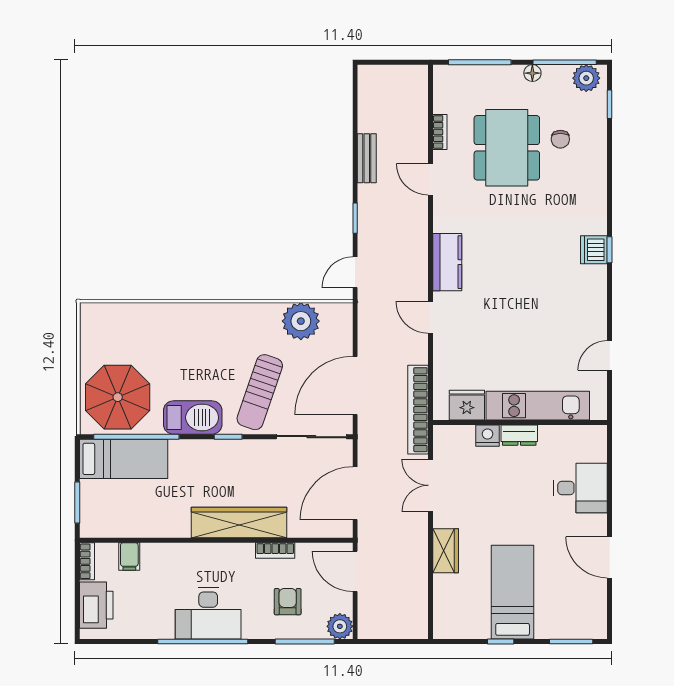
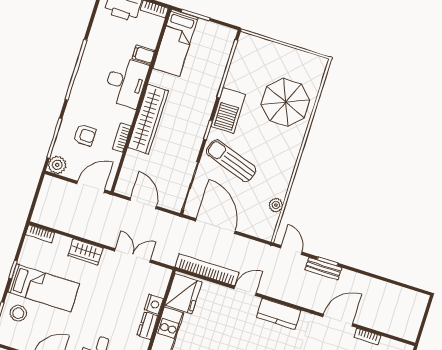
bench: (367, 158) -> (323, 269), moved
door: (430, 179) -> (338, 320), width x1.37
plant: (301, 321) -> (276, 205), width x0.53, depth x0.53
parasol: (118, 397) -> (286, 102), moved
fridge: (467, 405) -> (183, 294), width x1.36, depth x1.34
bookcase: (418, 410) -> (207, 270), moved
bed: (124, 459) -> (175, 43), moved
door: (355, 493) -> (143, 203), width x0.73
filing cabinet: (129, 556) -> (143, 55), moved
desk: (208, 613) -> (126, 82), moved, turned 180
stool: (558, 616) -> (18, 313), added
bookcase: (441, 620) -> (40, 234), added

